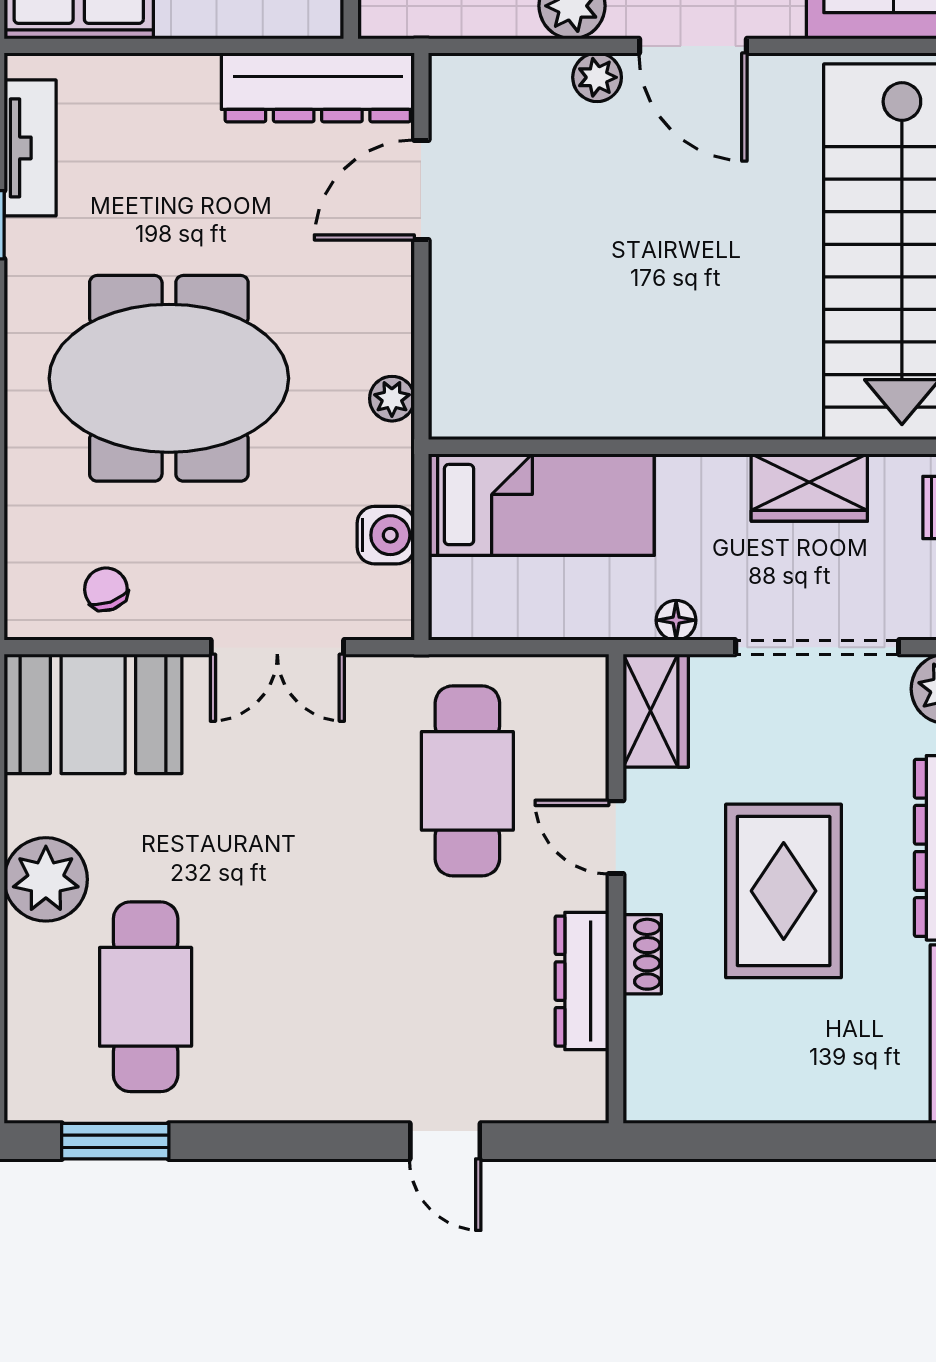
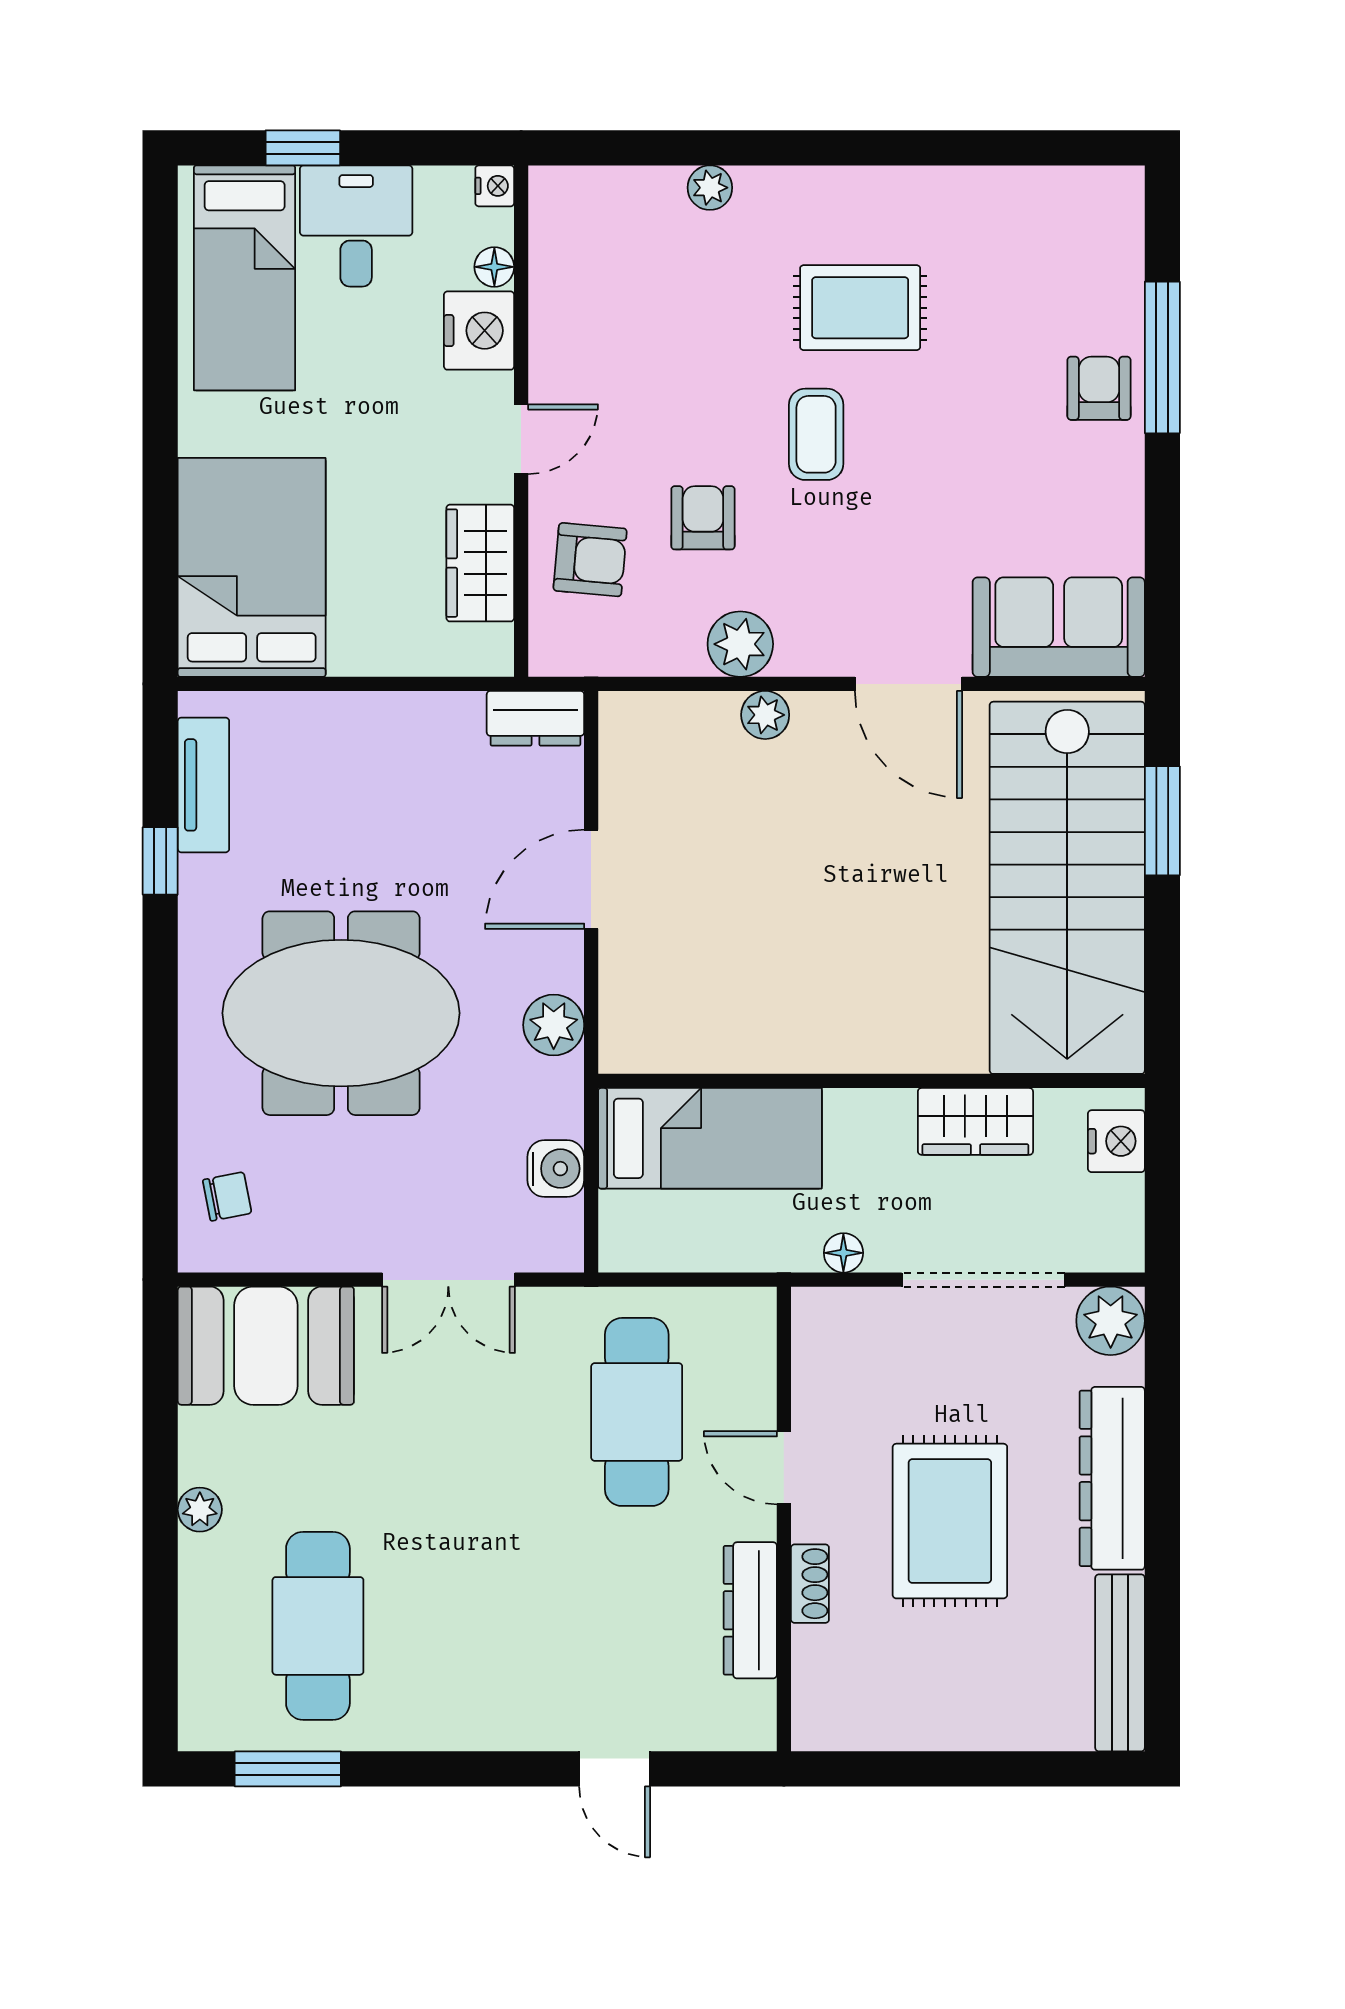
door: (693, 46) -> (908, 684), moved
dresser: (318, 87) -> (535, 718), width x0.51, depth x0.80
door: (421, 190) -> (591, 879), moved
plant: (392, 399) -> (554, 1025), width x1.38, depth x1.38
chair: (106, 589) -> (227, 1196), moved, turned 99
wardrobe: (656, 711) -> (823, 1342), removed
plant: (46, 879) -> (200, 1510), width x0.53, depth x0.53

